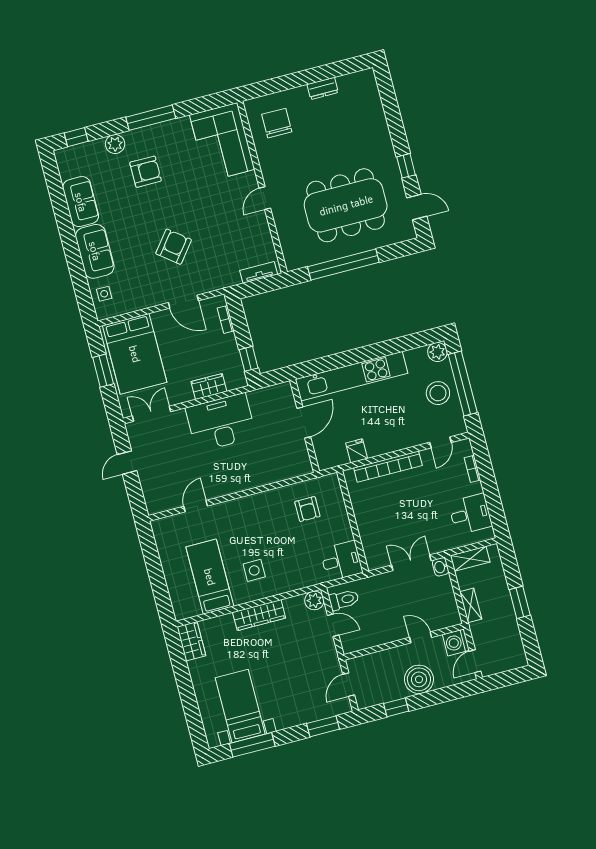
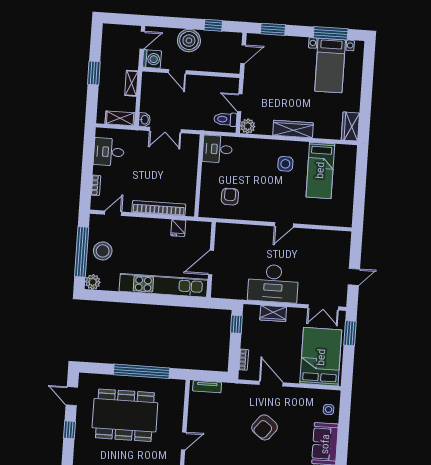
window: (103, 371) -> (350, 333), moved
door: (196, 506) -> (284, 225), moved

